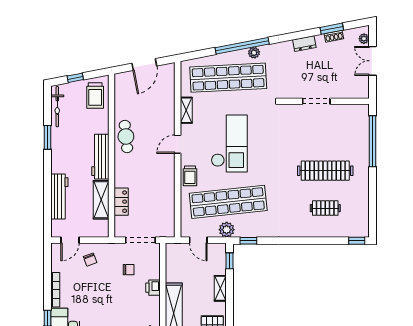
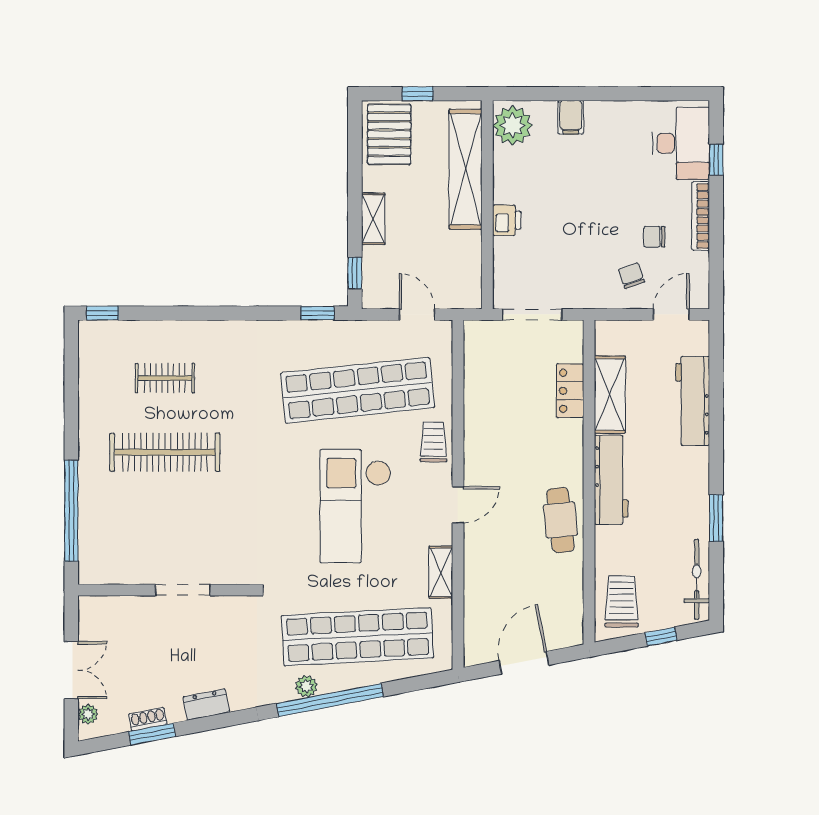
plant: (227, 230) -> (361, 335), removed
chair: (129, 270) -> (654, 237), moved

